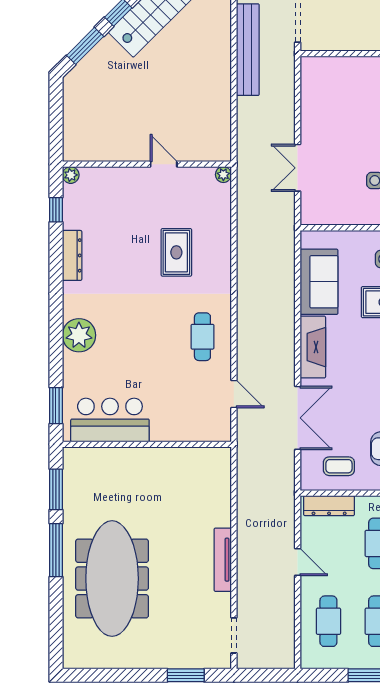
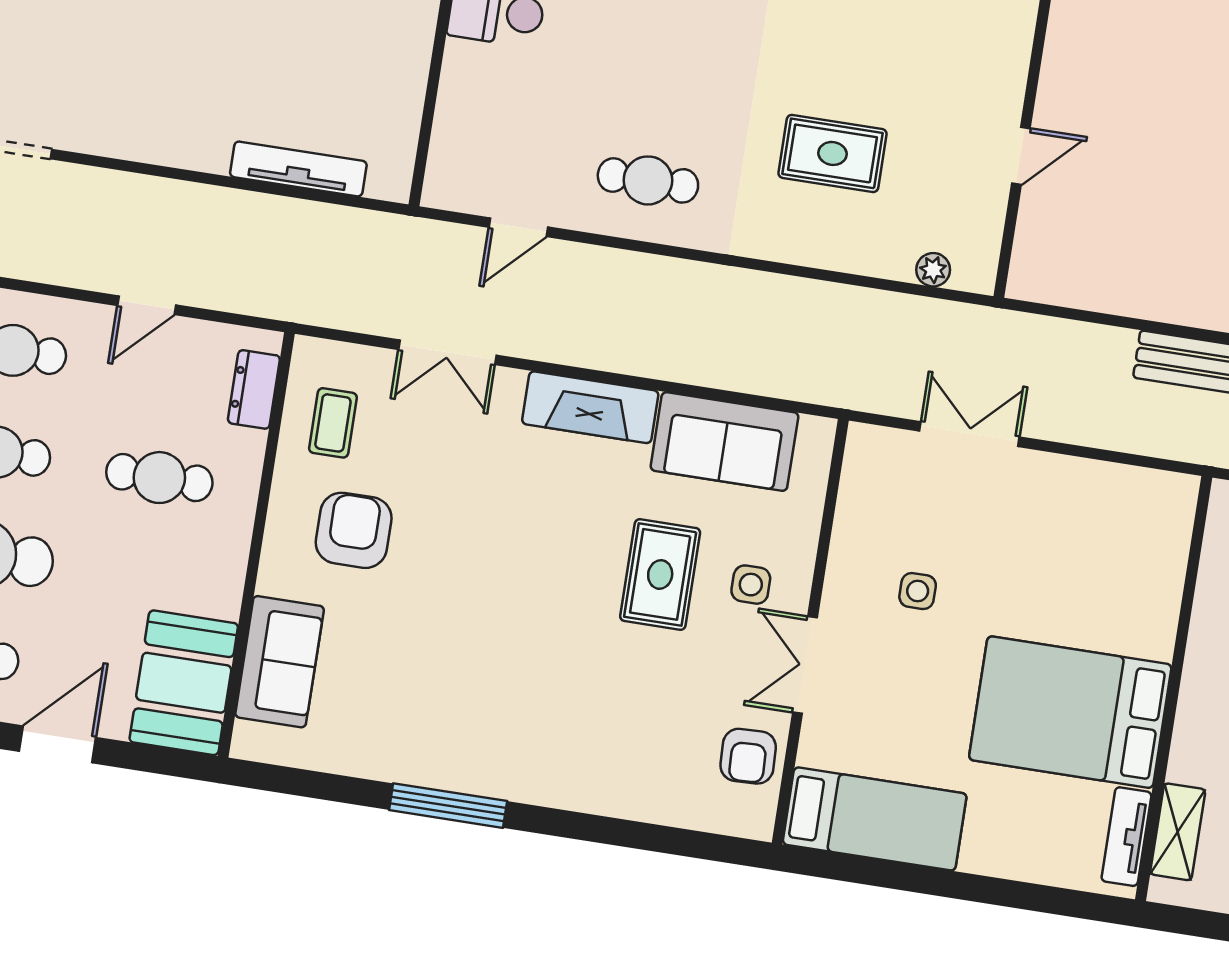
plant: (223, 175) -> (933, 270), moved
double door: (298, 418) -> (447, 352), width x0.73
dresser: (329, 506) -> (254, 389), width x0.70
tv unit: (223, 560) -> (298, 169), moved

